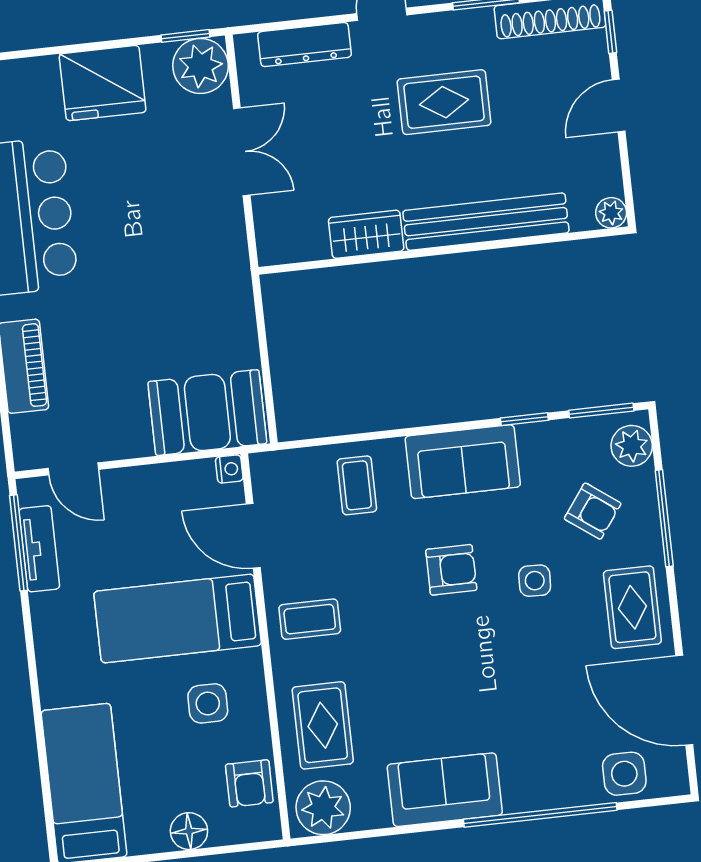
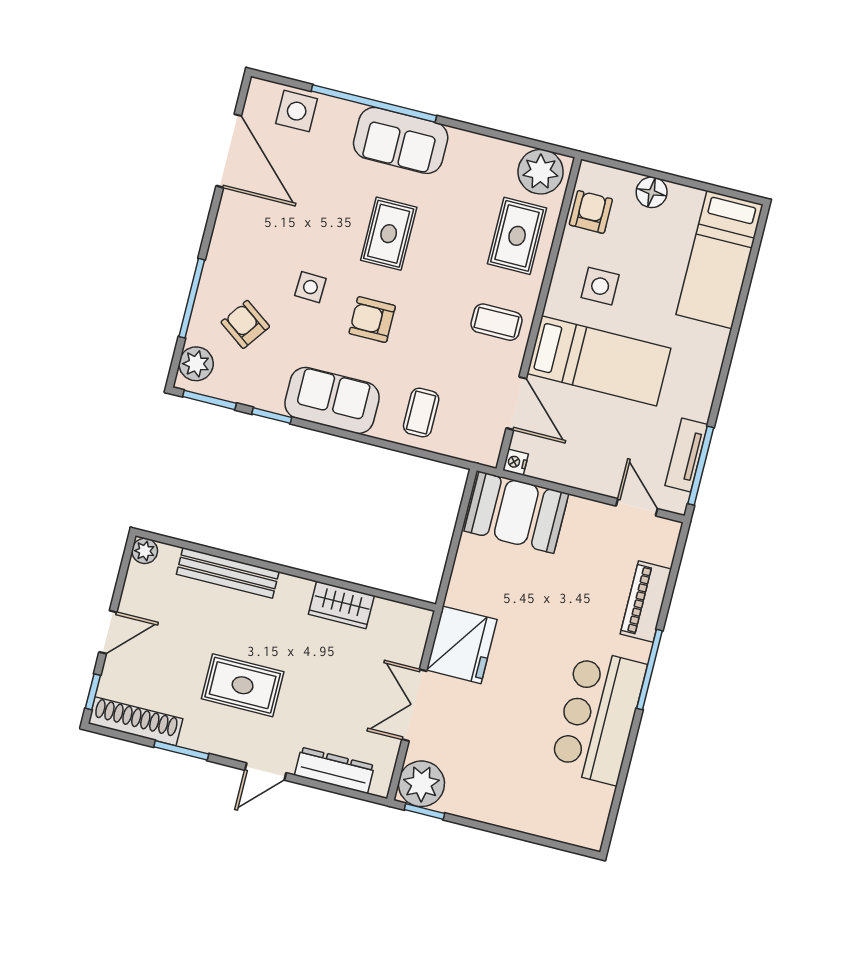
fridge: (103, 83) -> (462, 645), moved, turned 90
bench: (486, 222) -> (228, 573), width x0.73, depth x0.82
rug: (632, 607) -> (389, 234), moved
sofa: (445, 790) -> (401, 140), moved

